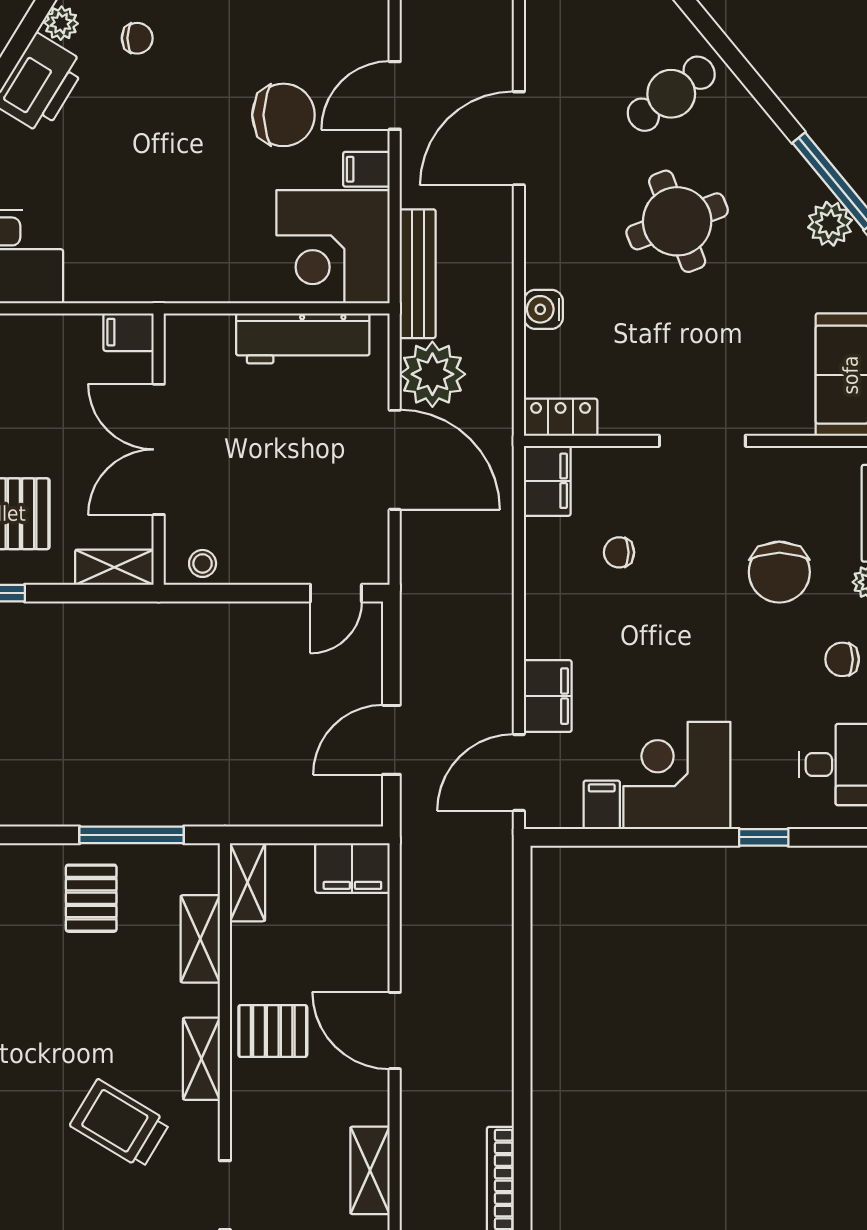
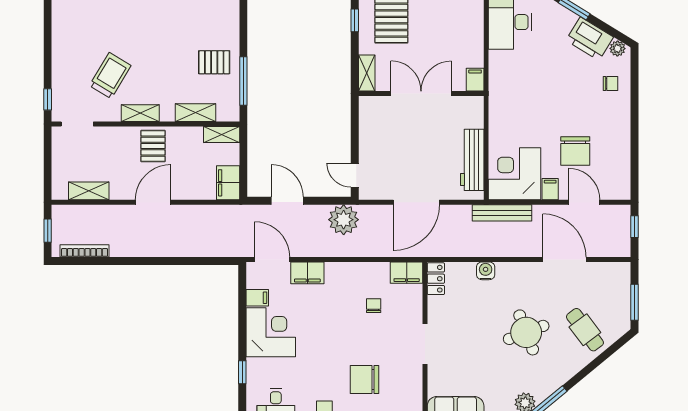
chair: (137, 38) -> (611, 84), turned -90
plant: (432, 374) -> (344, 220), moved
stool: (203, 563) -> (368, 114), removed

